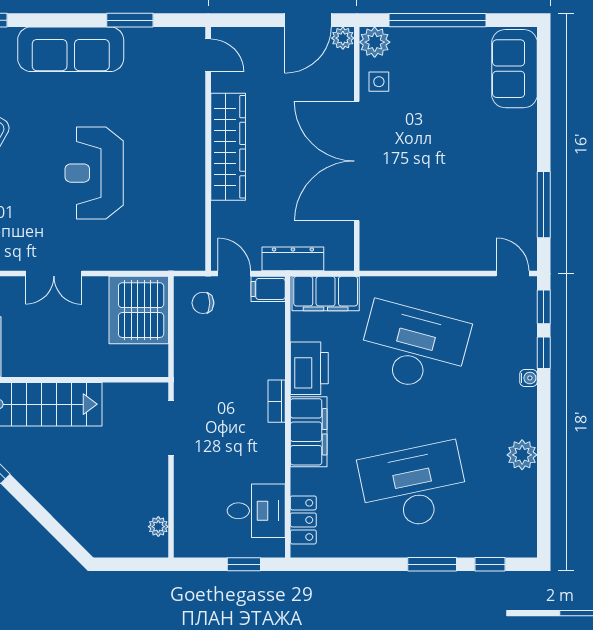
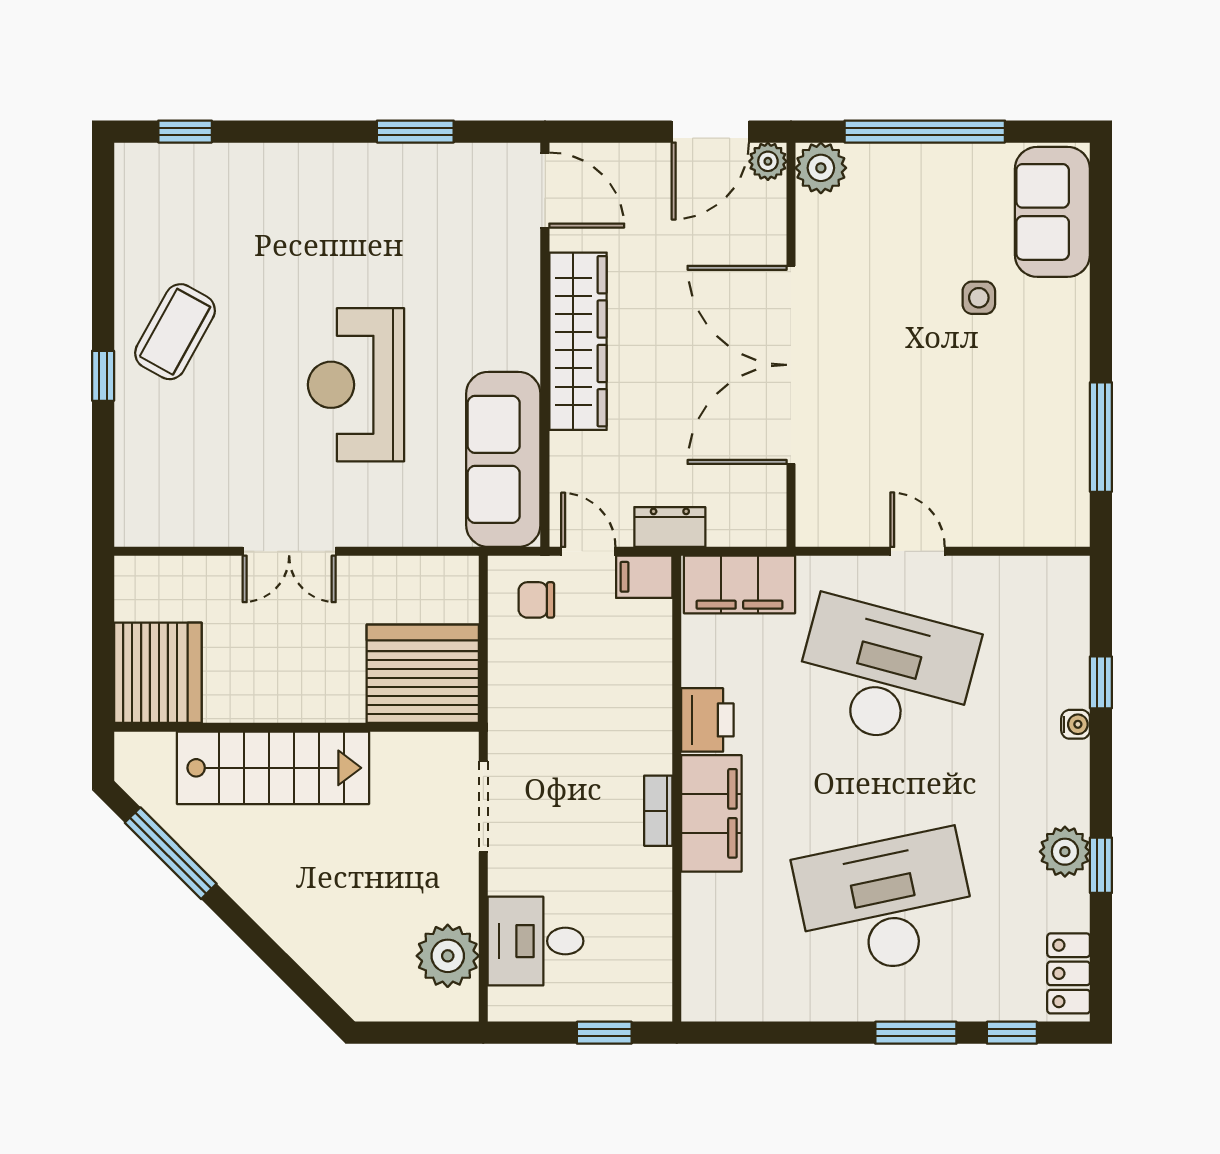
sofa: (71, 49) -> (503, 459), moved, turned 90
door: (208, 55) -> (545, 190), width x1.38
side table: (379, 82) -> (979, 298), moved
dresser: (293, 259) -> (670, 527), width x0.70
door: (513, 274) -> (917, 551), moved
window: (544, 307) -> (1101, 865), moved
server rack: (139, 310) -> (423, 674), moved, turned 90
printer: (309, 368) -> (707, 720), width x0.73, depth x0.84
bookcase: (277, 401) -> (658, 811), moved
desk: (256, 511) -> (536, 941), moved, turned 180
locker: (303, 520) -> (1069, 973), moved, turned 180
plant: (158, 527) -> (448, 956), width x1.87, depth x1.87

